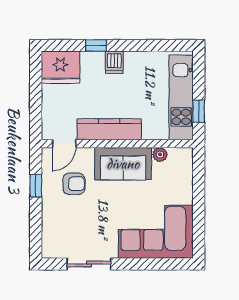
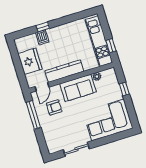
dishwasher: (114, 62) -> (42, 37), moved
fridge: (60, 67) -> (30, 61), moved, turned -90
window: (36, 186) -> (33, 115), width x2.17
window: (199, 189) -> (124, 89), added

